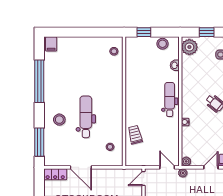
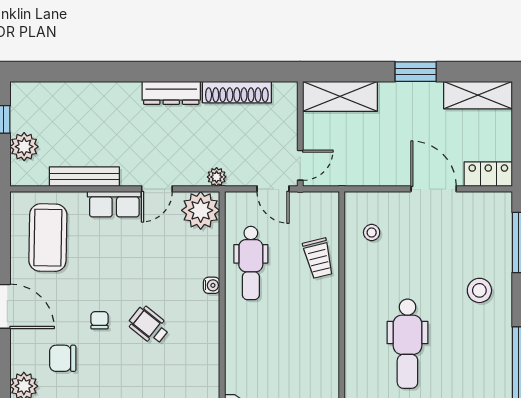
dental chair: (170, 99) -> (251, 263), moved
dental chair: (86, 117) -> (407, 344), moved
plant: (186, 161) -> (201, 210), width x1.88, depth x1.88
door: (167, 167) -> (273, 189), moved

